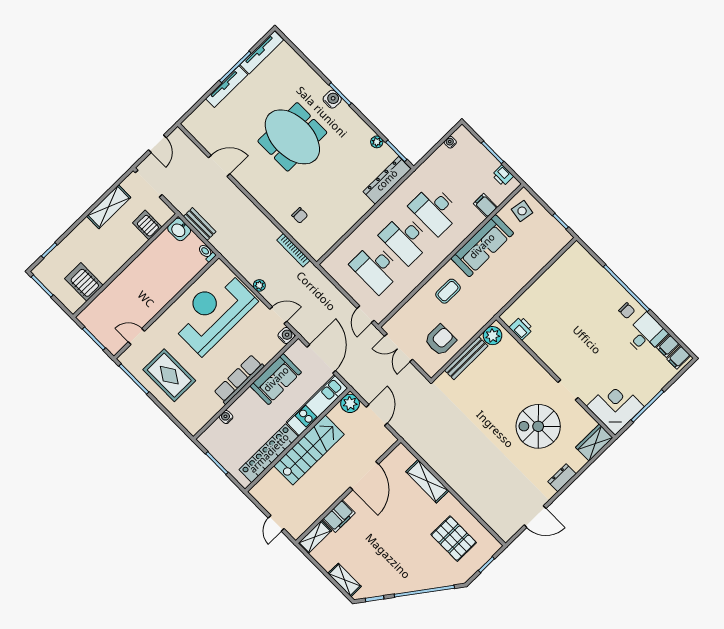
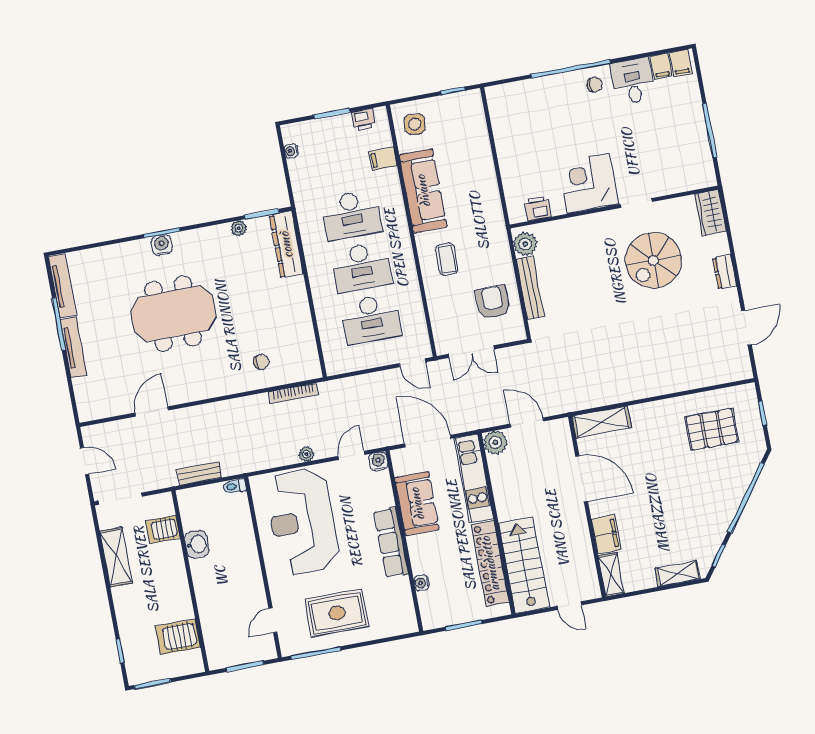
washbasin: (179, 229) -> (197, 544), moved, turned -90
corner desk: (615, 406) -> (588, 183), moved
stairs: (309, 450) -> (524, 565), moved
shelving: (427, 481) -> (602, 422), moved

